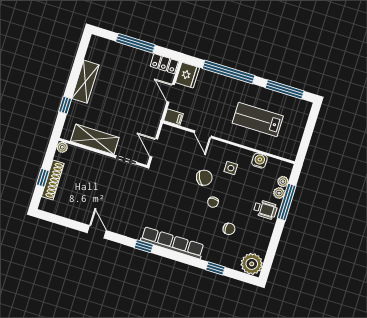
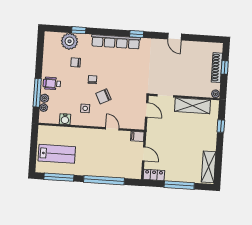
fridge: (188, 75) -> (134, 171), removed
shelving: (85, 82) -> (209, 167), moved
lab bench: (258, 120) -> (57, 154), moved
plant: (252, 264) -> (70, 41), moved

